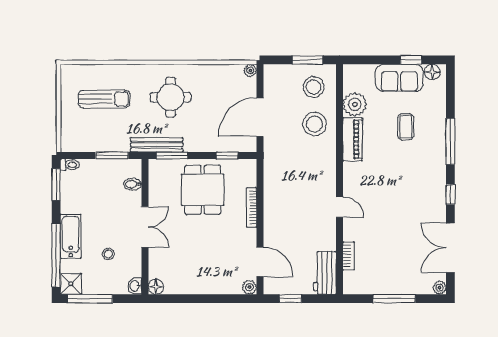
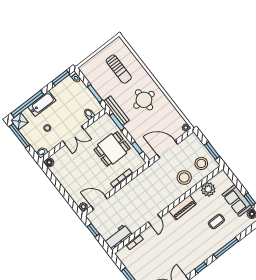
piano: (353, 139) -> (183, 208), moved
door: (260, 262) -> (99, 202), swing flipped

